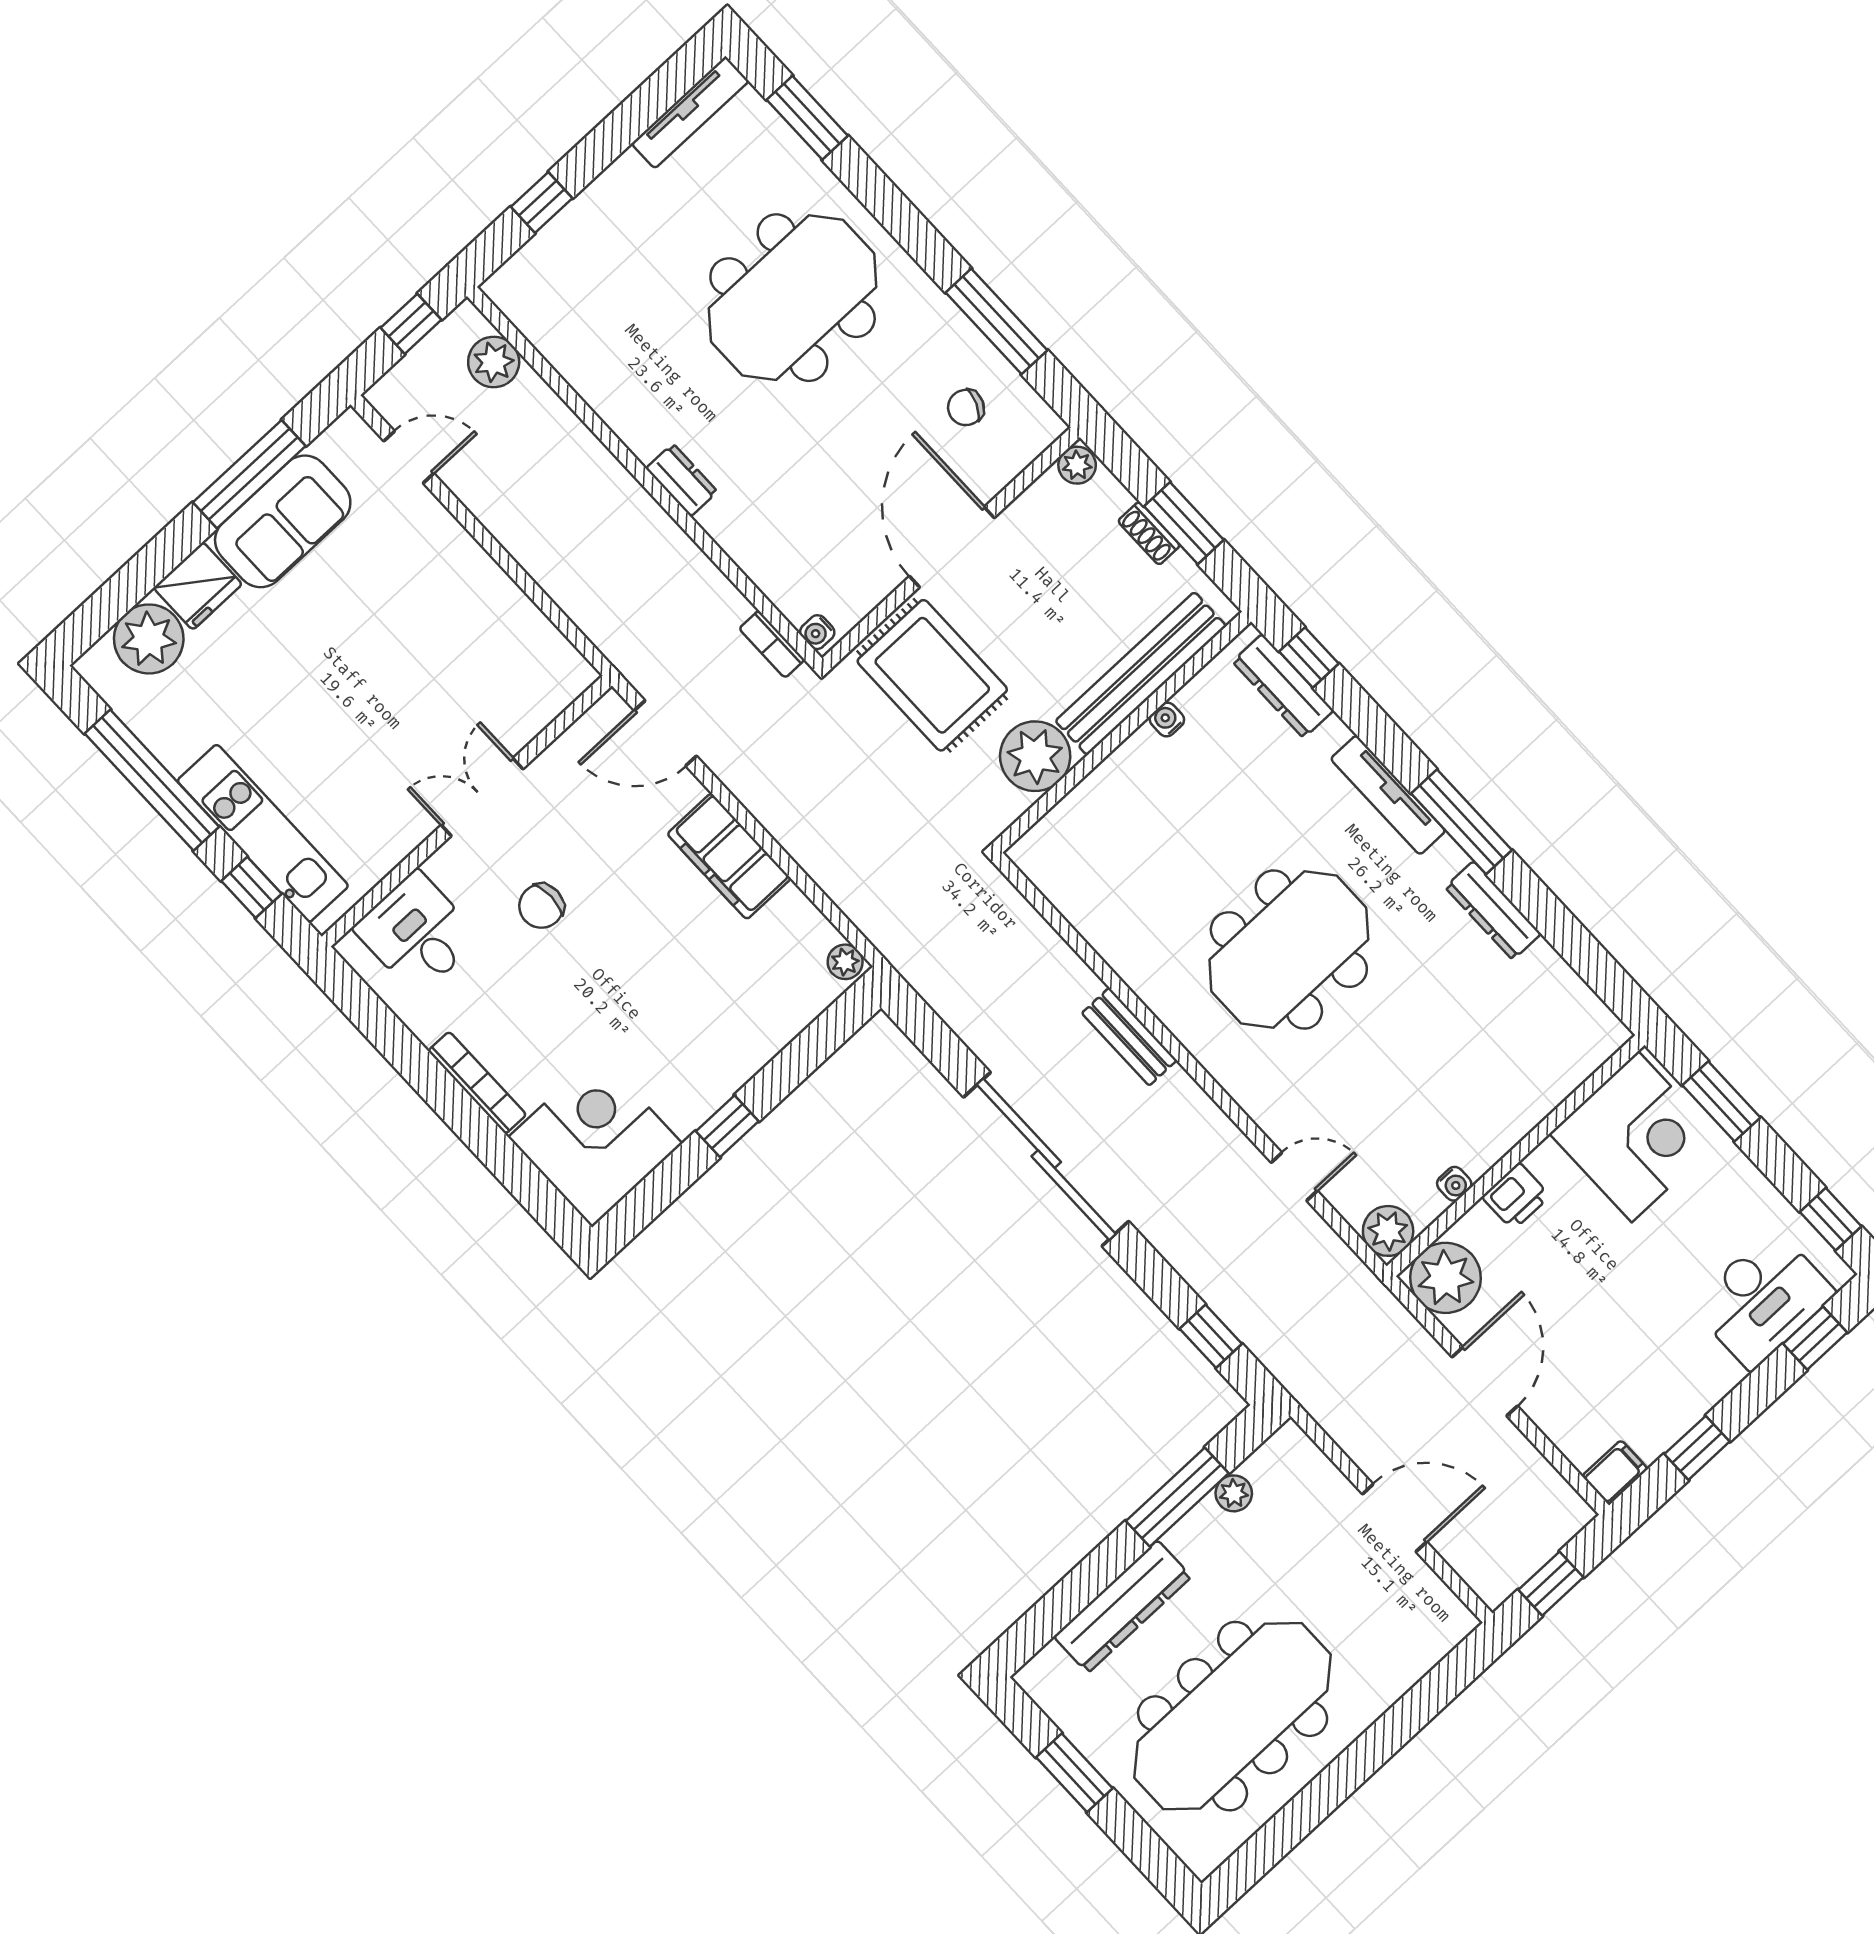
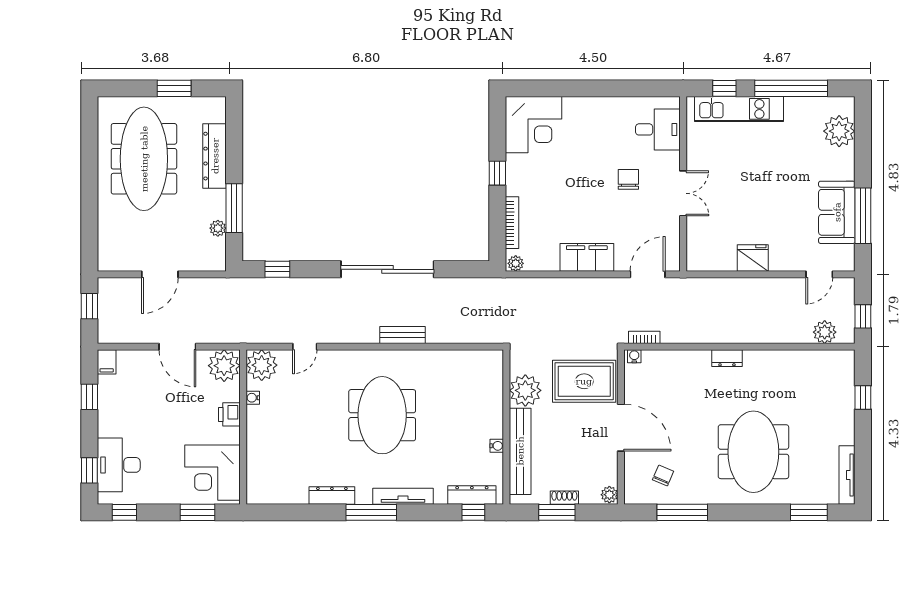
fridge: (198, 586) -> (753, 258), moved, turned 90
bookcase: (477, 1083) -> (512, 223), moved, turned -90
plant: (1388, 1231) -> (262, 365), width x1.36, depth x1.36

